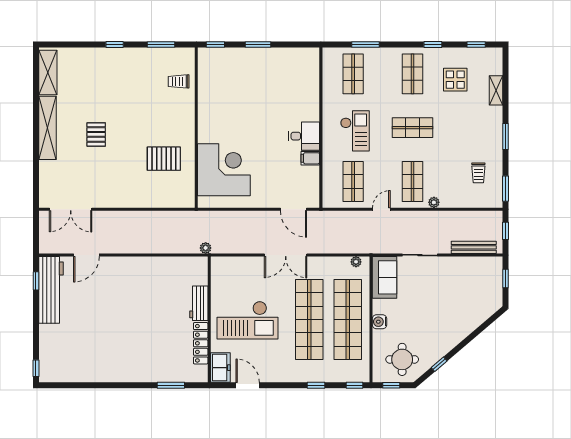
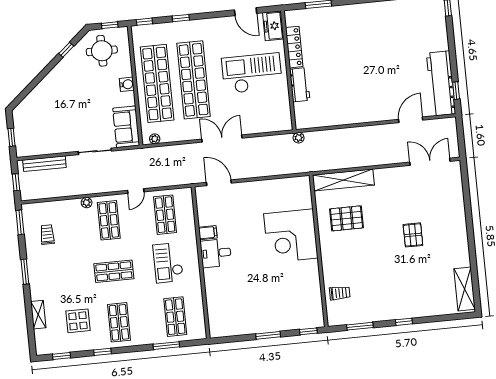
shelving: (47, 128) -> (343, 180), moved, turned 90
corner desk: (224, 170) -> (291, 236), moved

